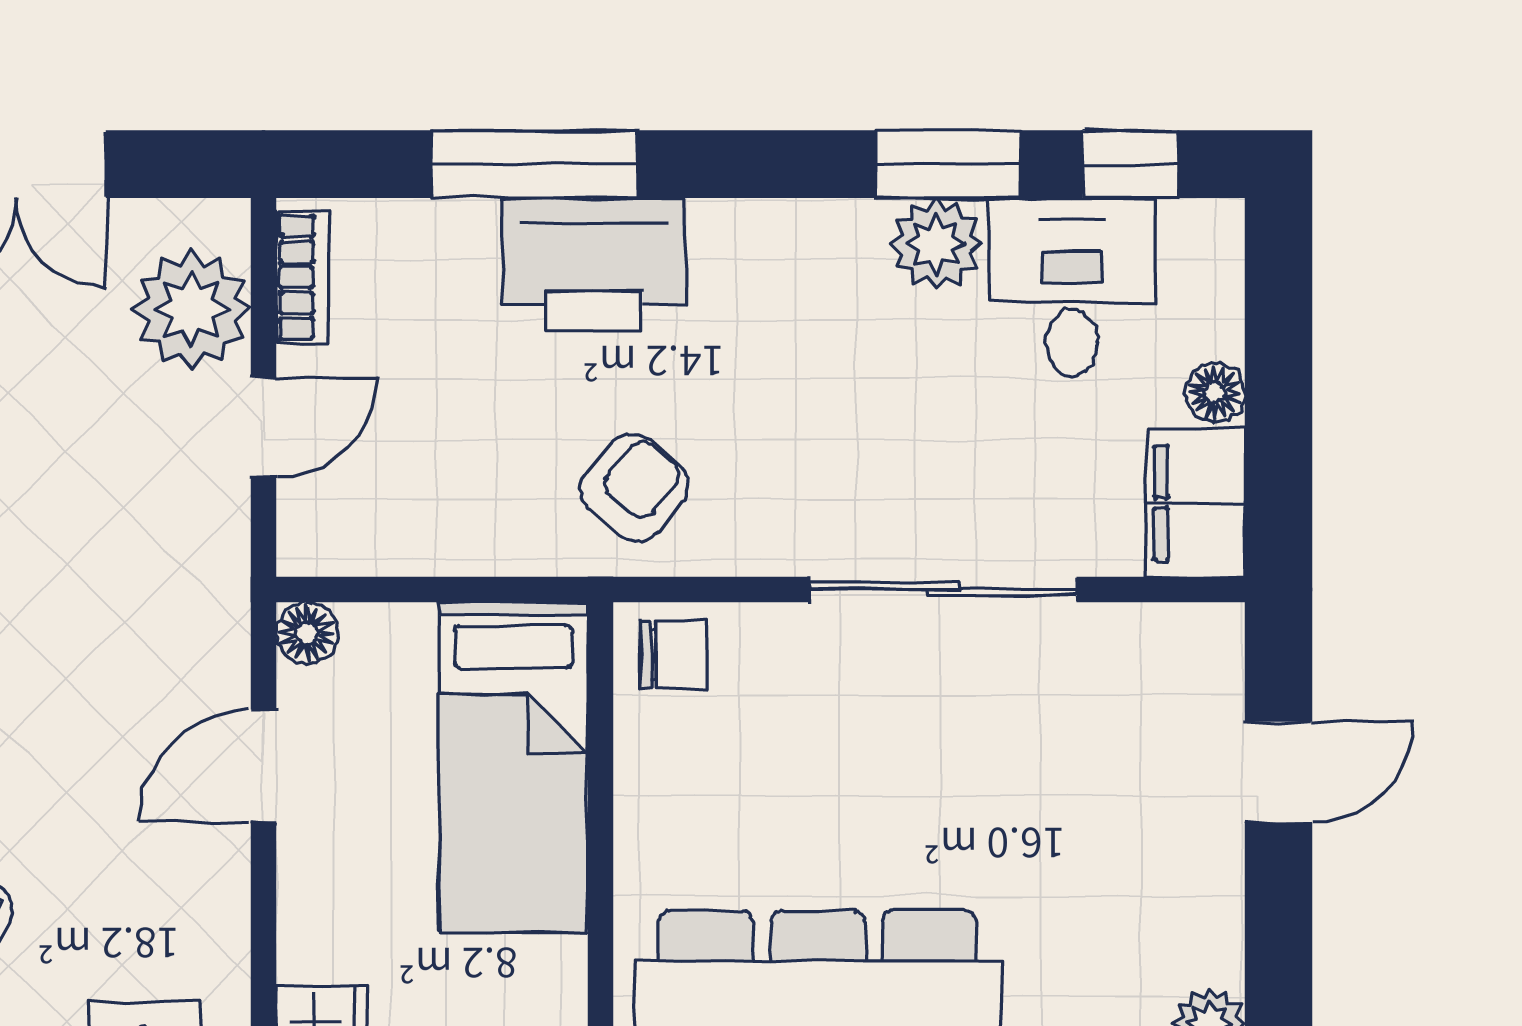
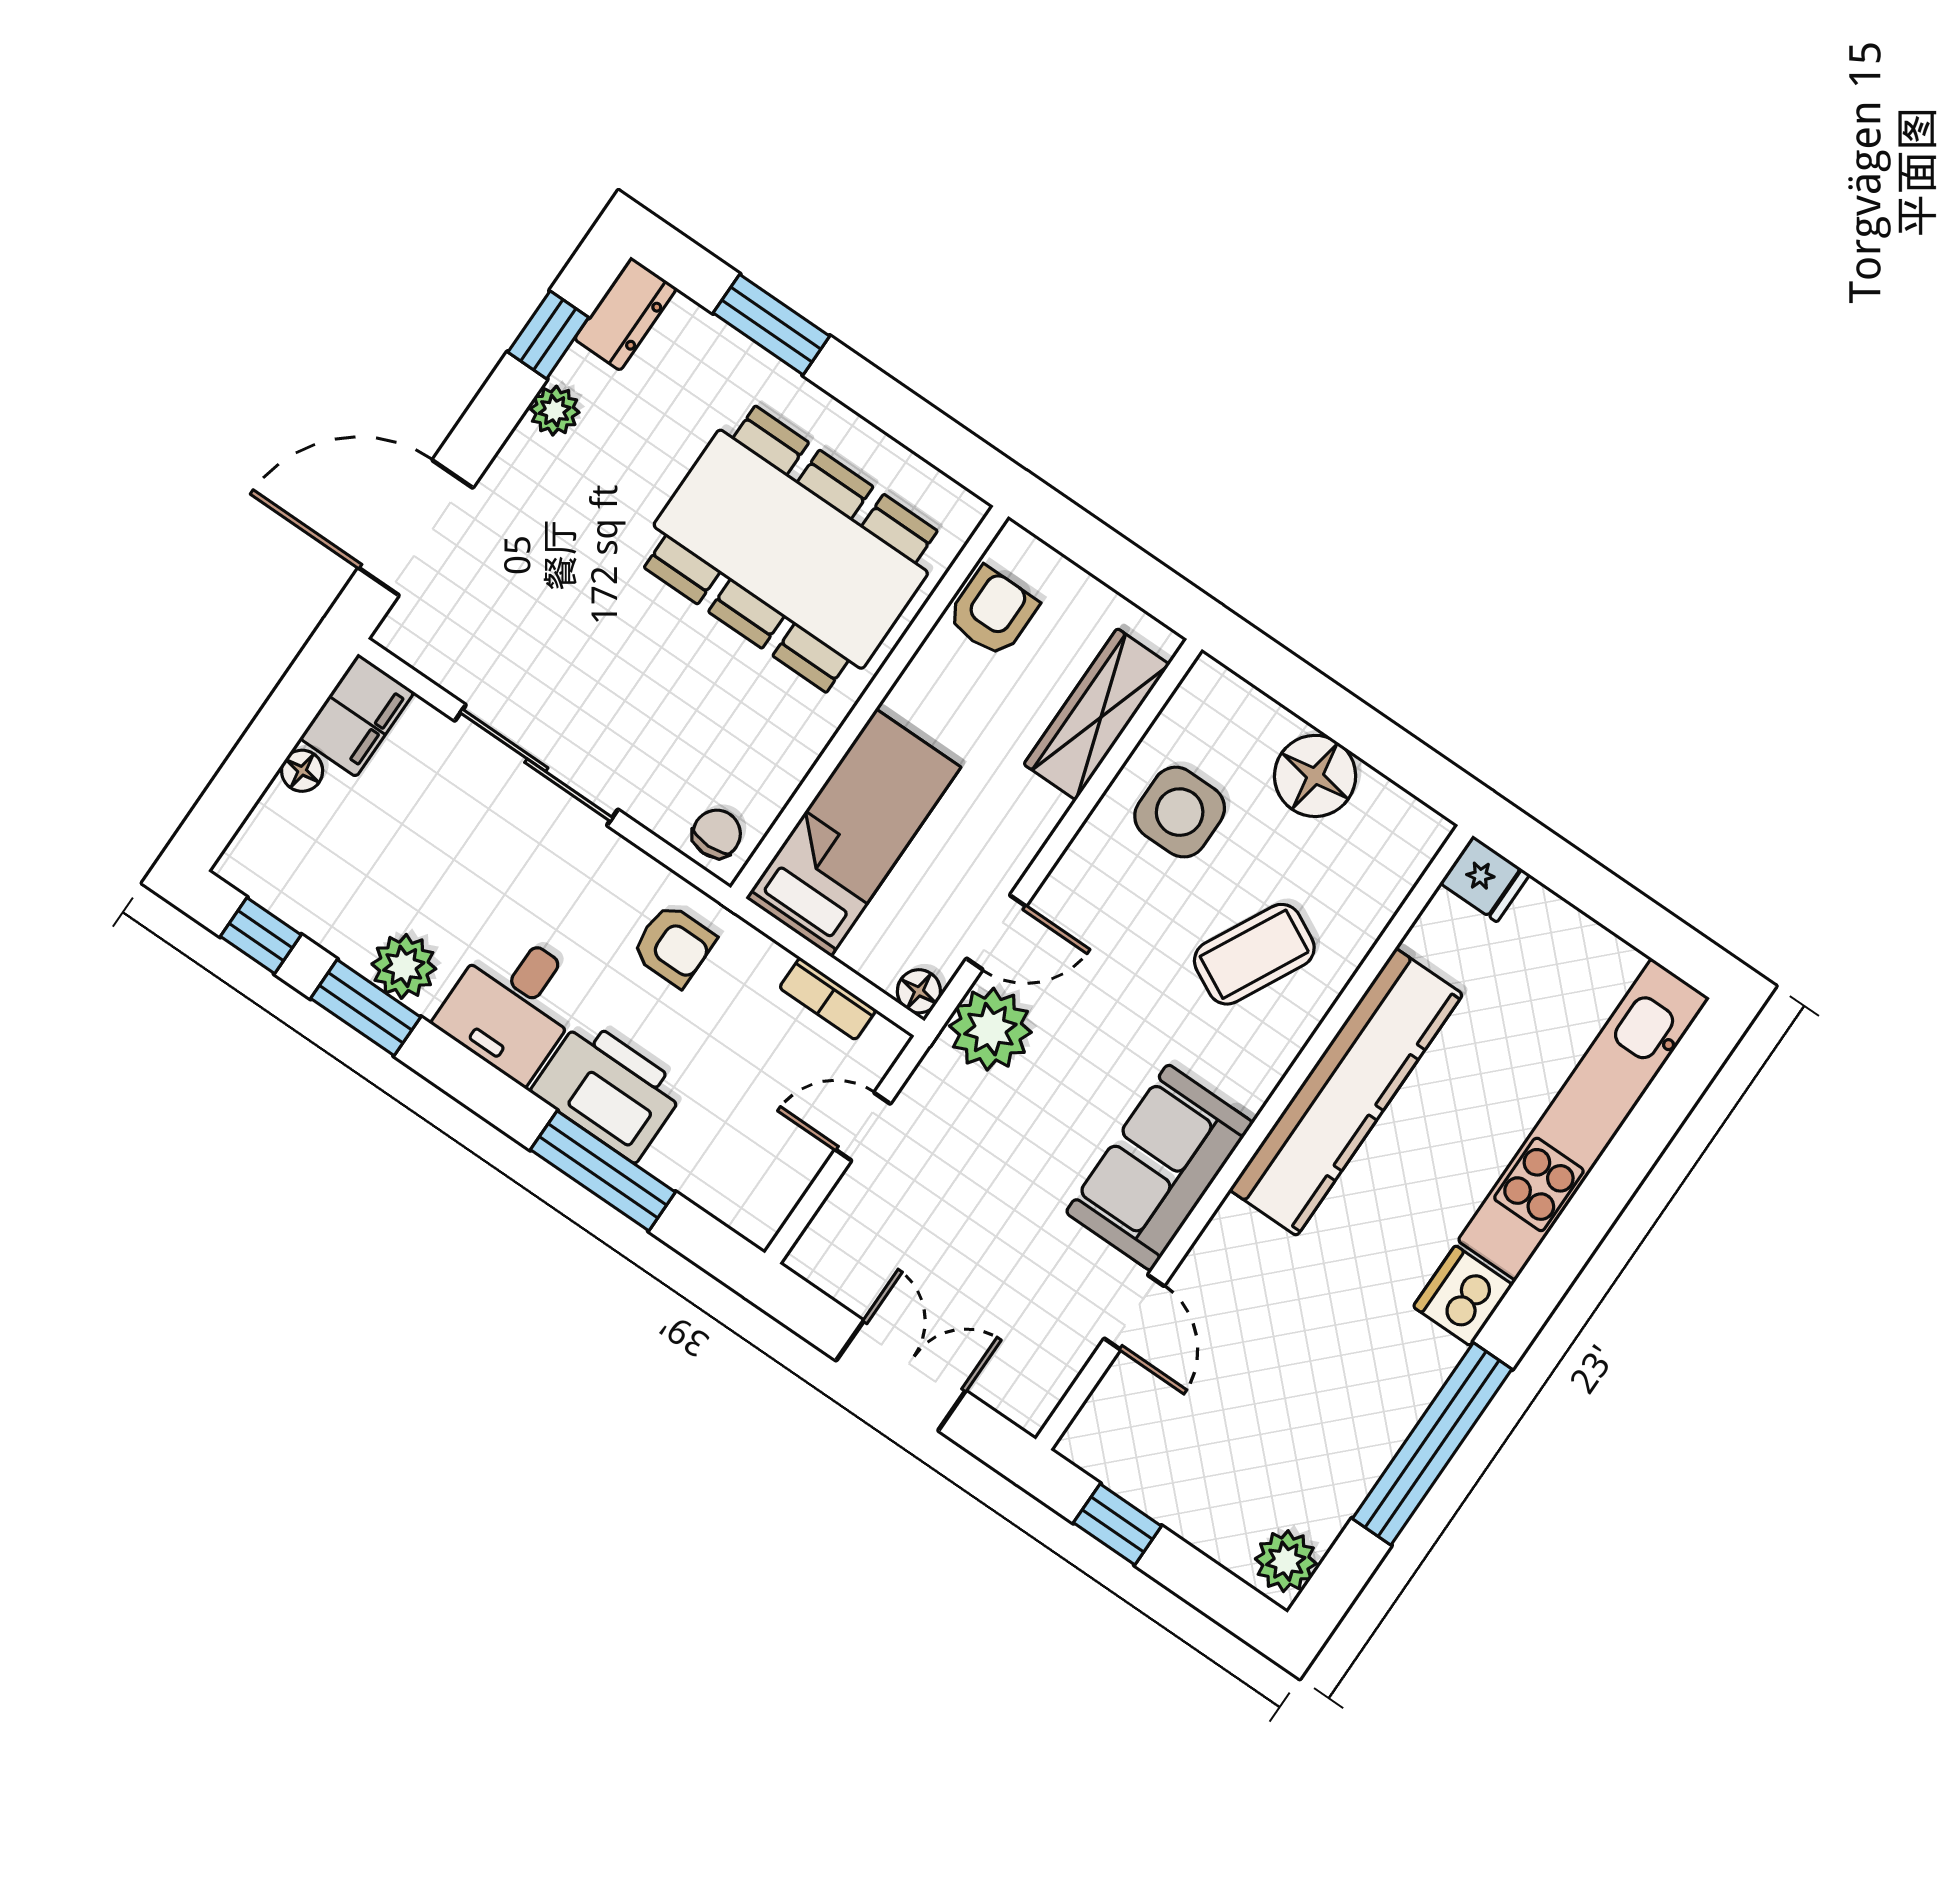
bookcase: (303, 277) -> (828, 999), moved, turned -90
desk: (1072, 287) -> (513, 1005), moved
plant: (192, 309) -> (990, 1029), moved
armchair: (634, 488) -> (674, 945), turned -130
chair: (674, 655) -> (717, 834), turned 90
door: (1278, 772) -> (416, 528), width x1.88

